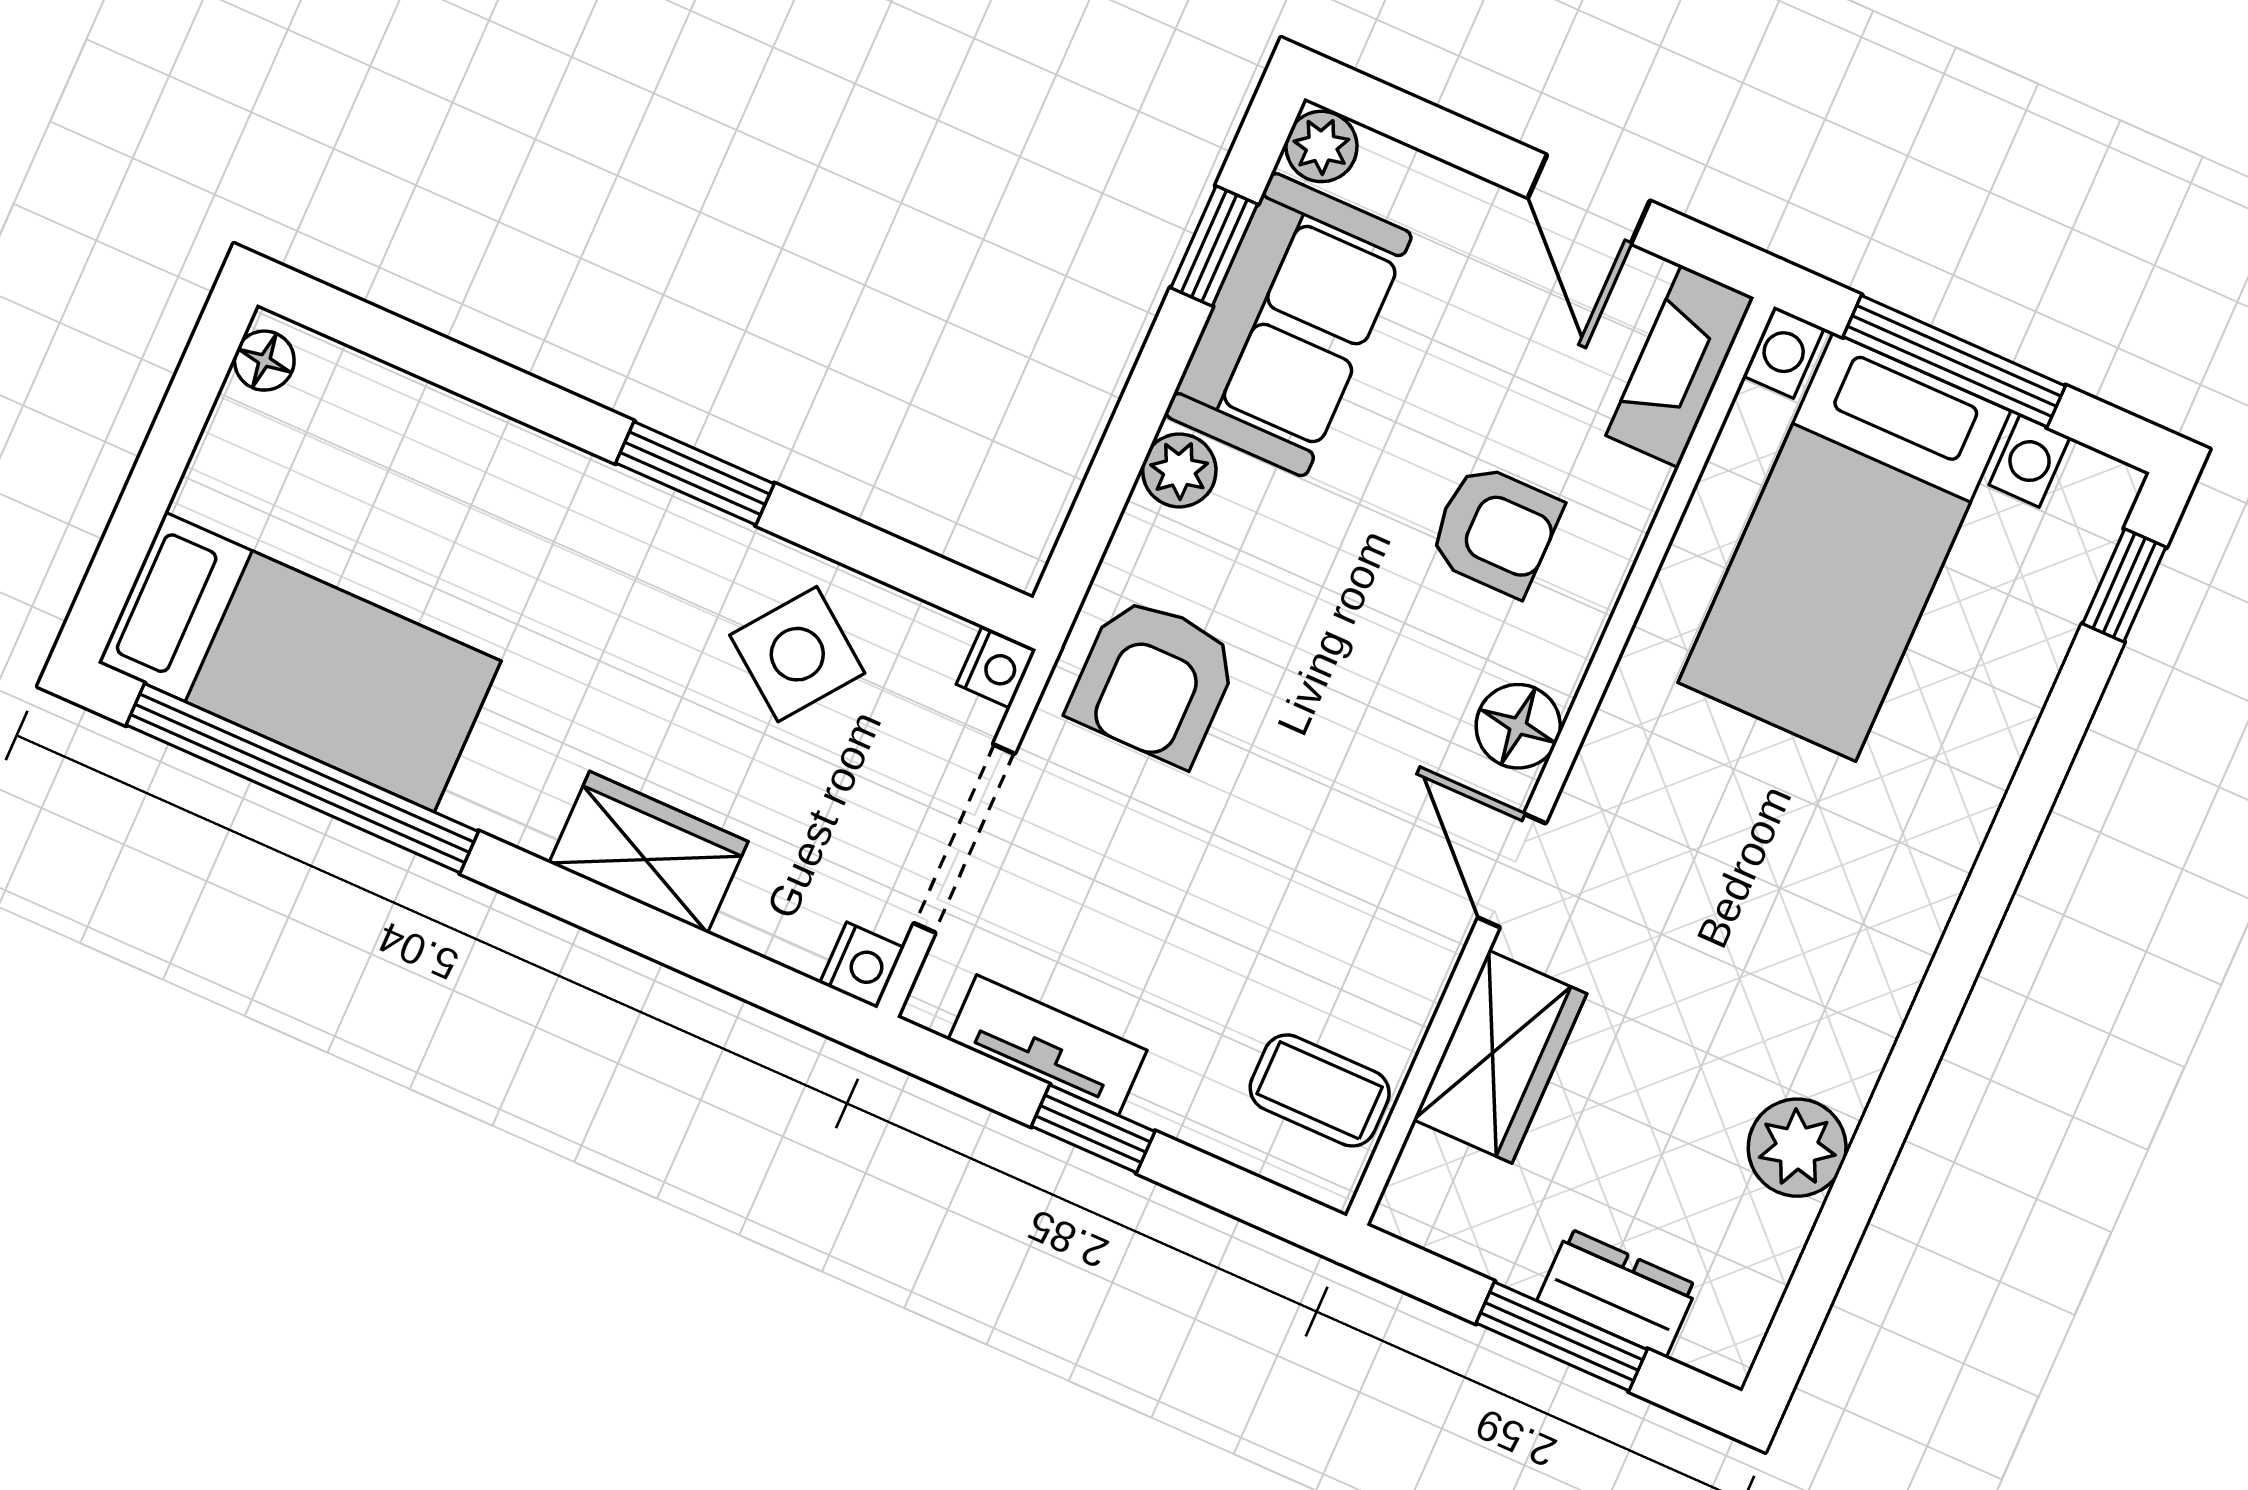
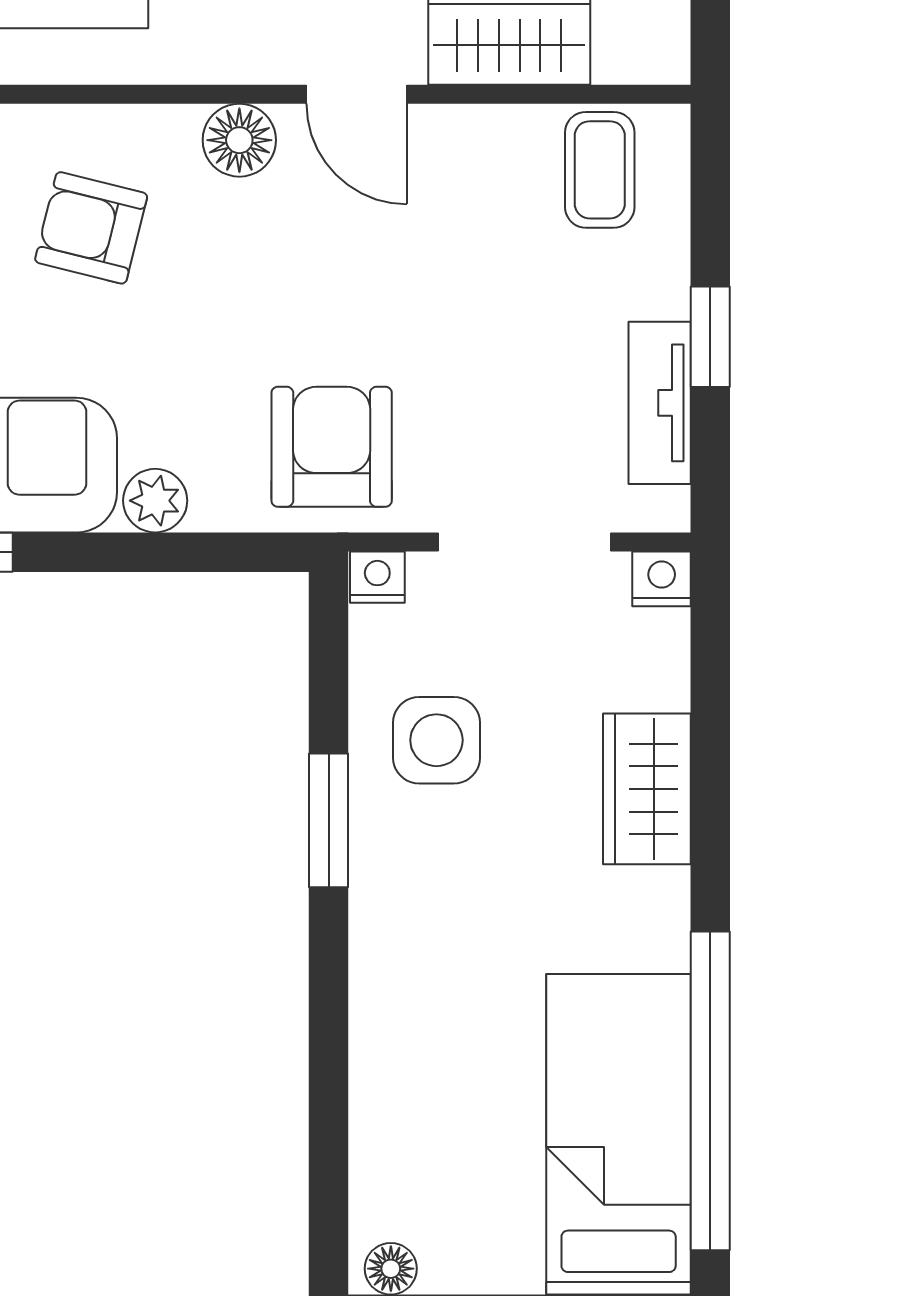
window: (695, 473) -> (329, 820), moved
armchair: (1495, 530) -> (91, 228), turned -76
side table: (797, 654) -> (436, 740), turned -37
armchair: (1154, 681) -> (332, 447), turned -90
door: (1512, 871) -> (357, 94), hinge flipped

